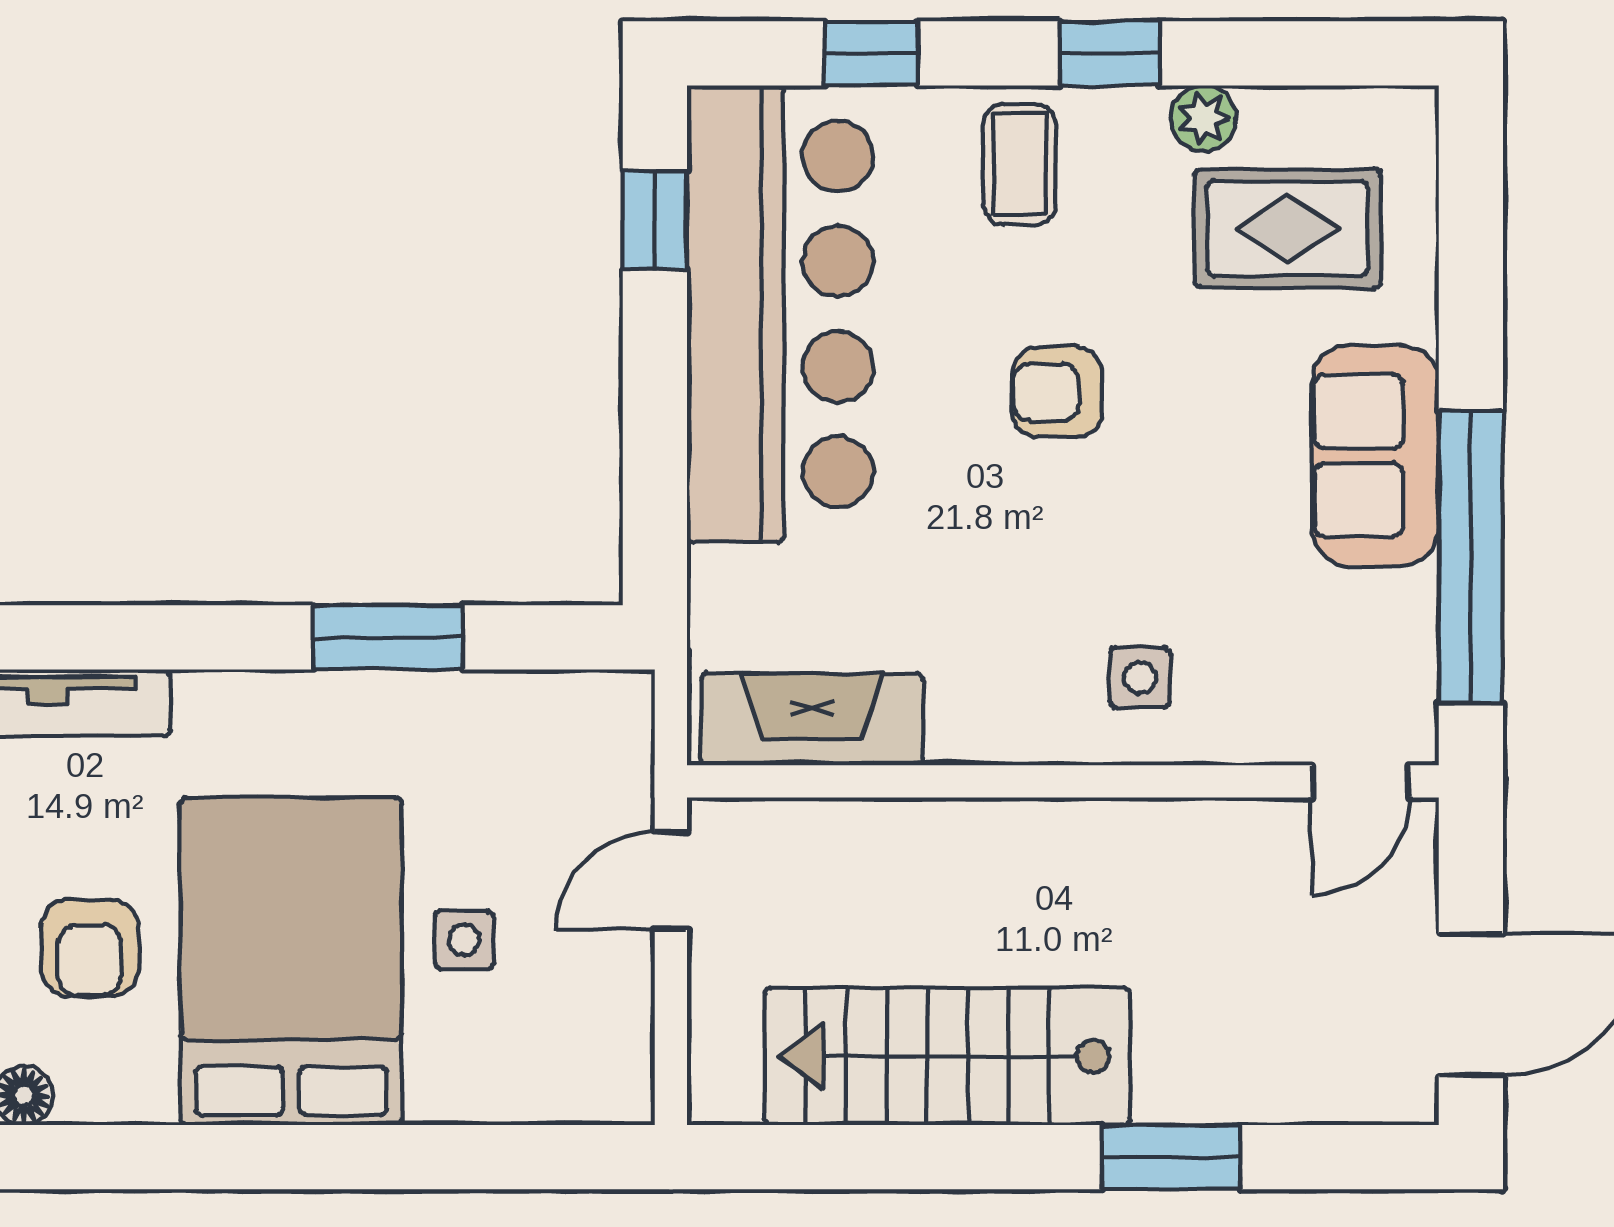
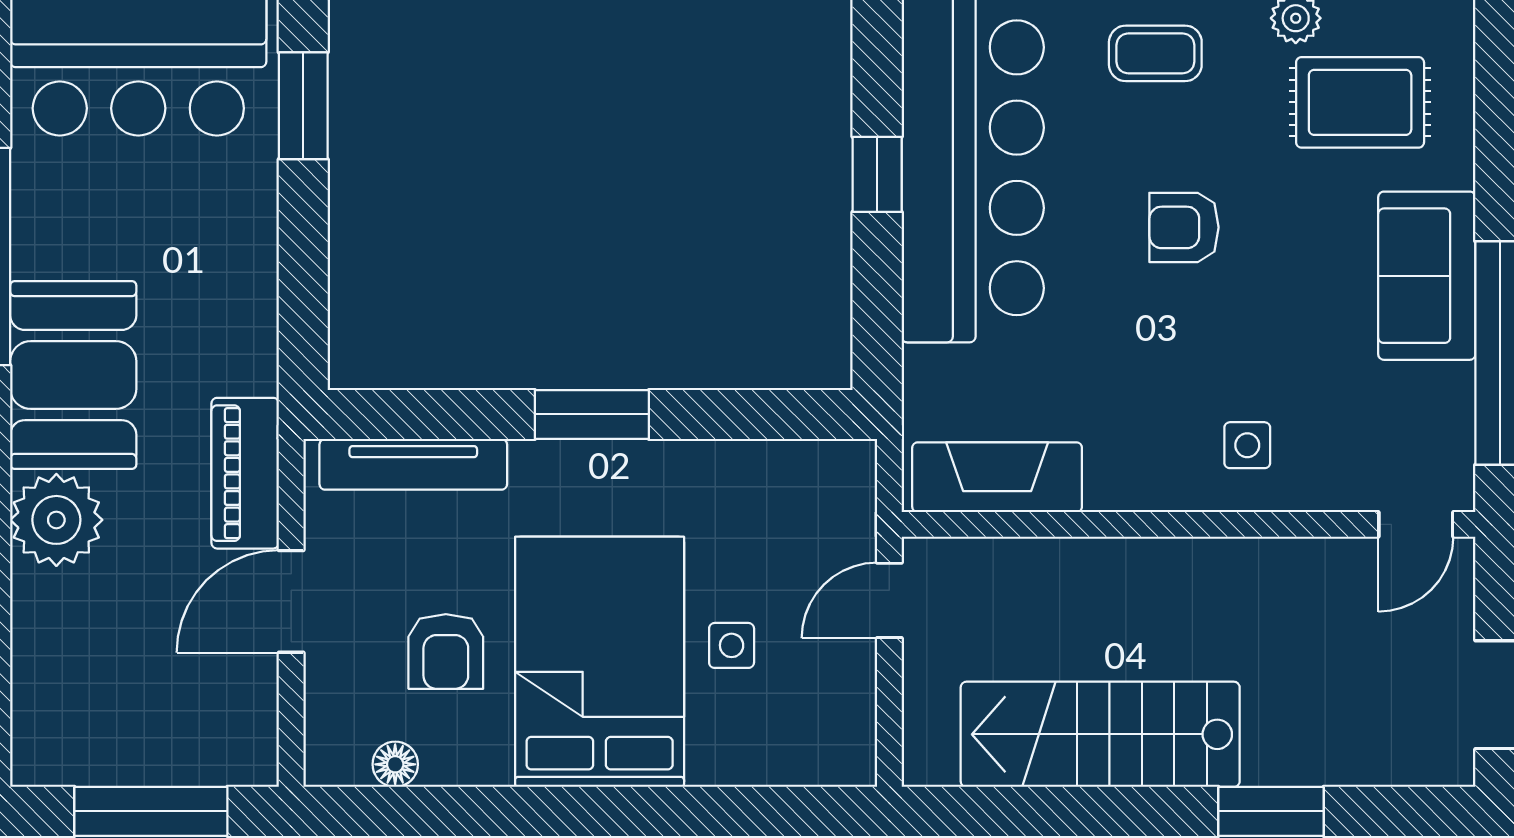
coffee table: (1019, 164) -> (1155, 53), turned 90
window: (655, 220) -> (877, 174), moved
window: (388, 637) -> (592, 414), moved

